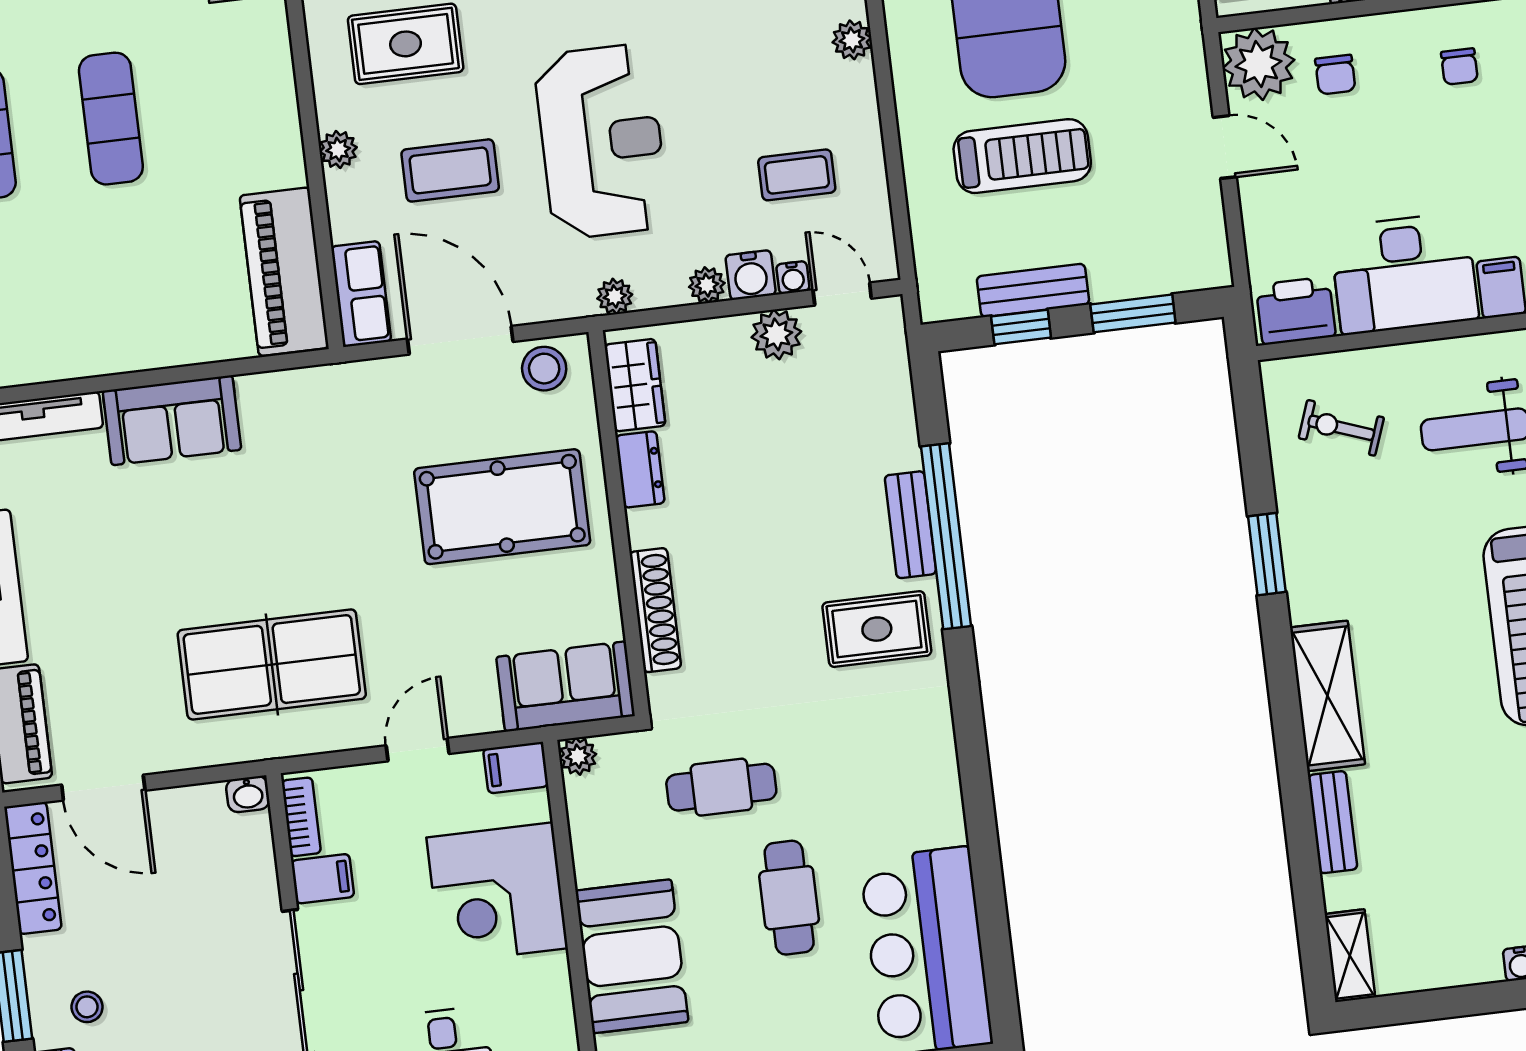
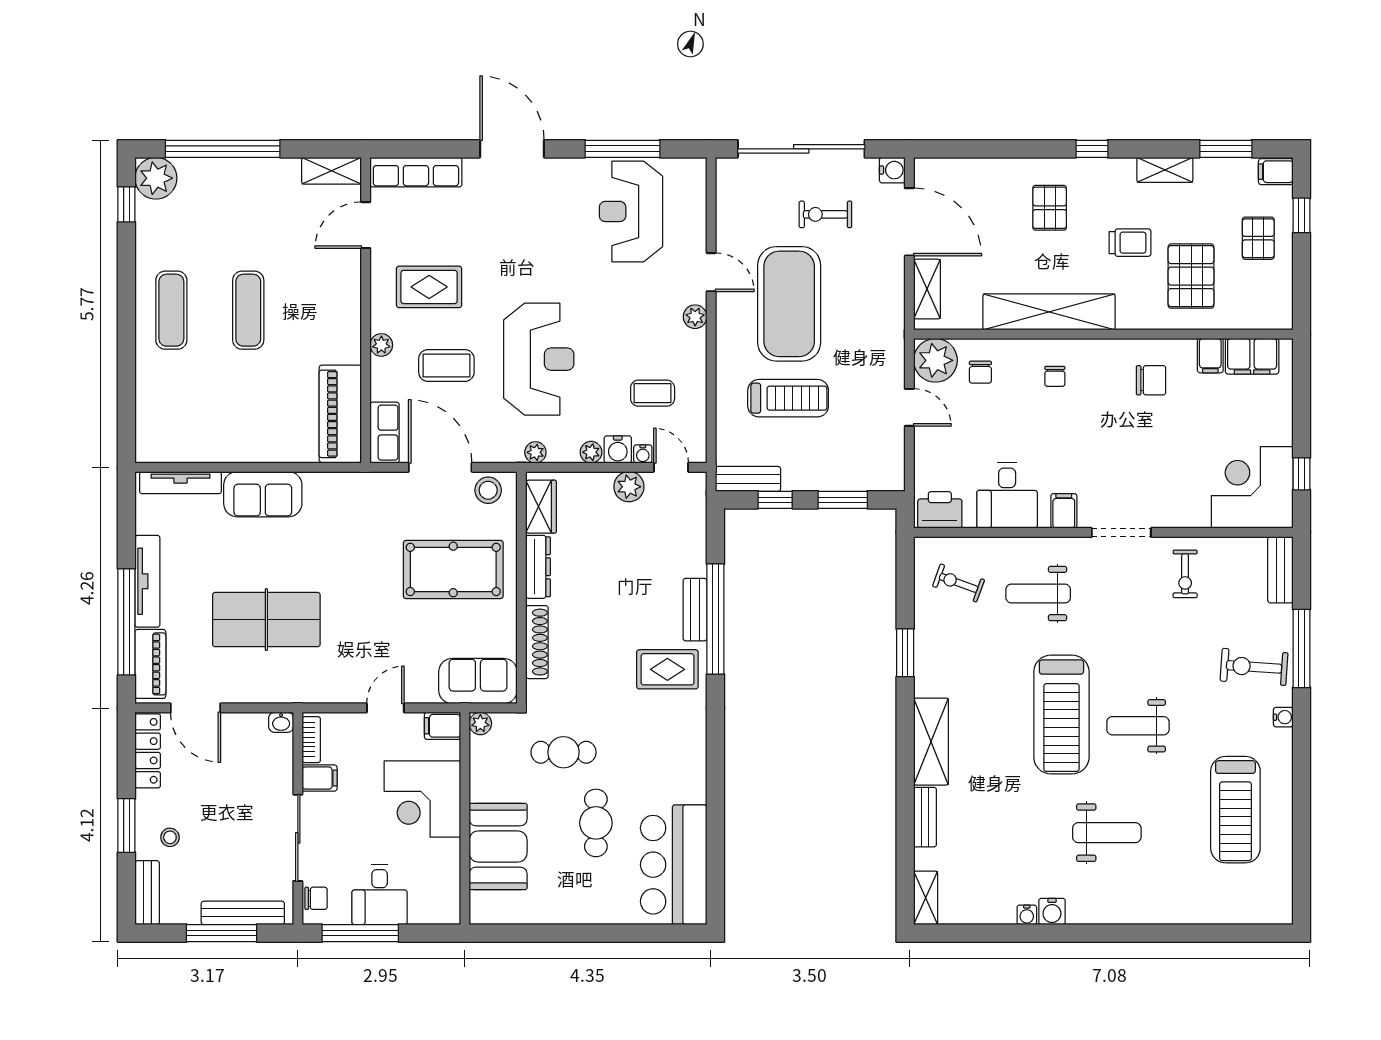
desk: (1404, 273) -> (1007, 496), width x0.73
bench: (1033, 290) -> (748, 479), moved
dresser: (640, 469) -> (538, 567), width x1.44
table tennis table: (272, 664) -> (266, 620), moved

